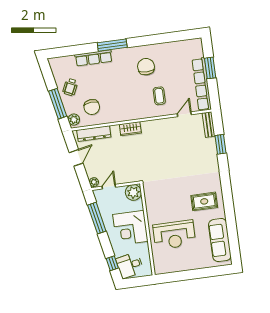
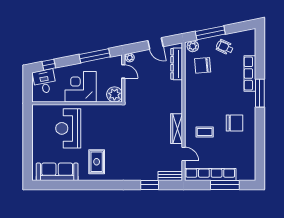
window: (210, 68) -> (225, 185), width x1.44
wardrobe: (130, 129) -> (177, 129), moved, width x1.50

